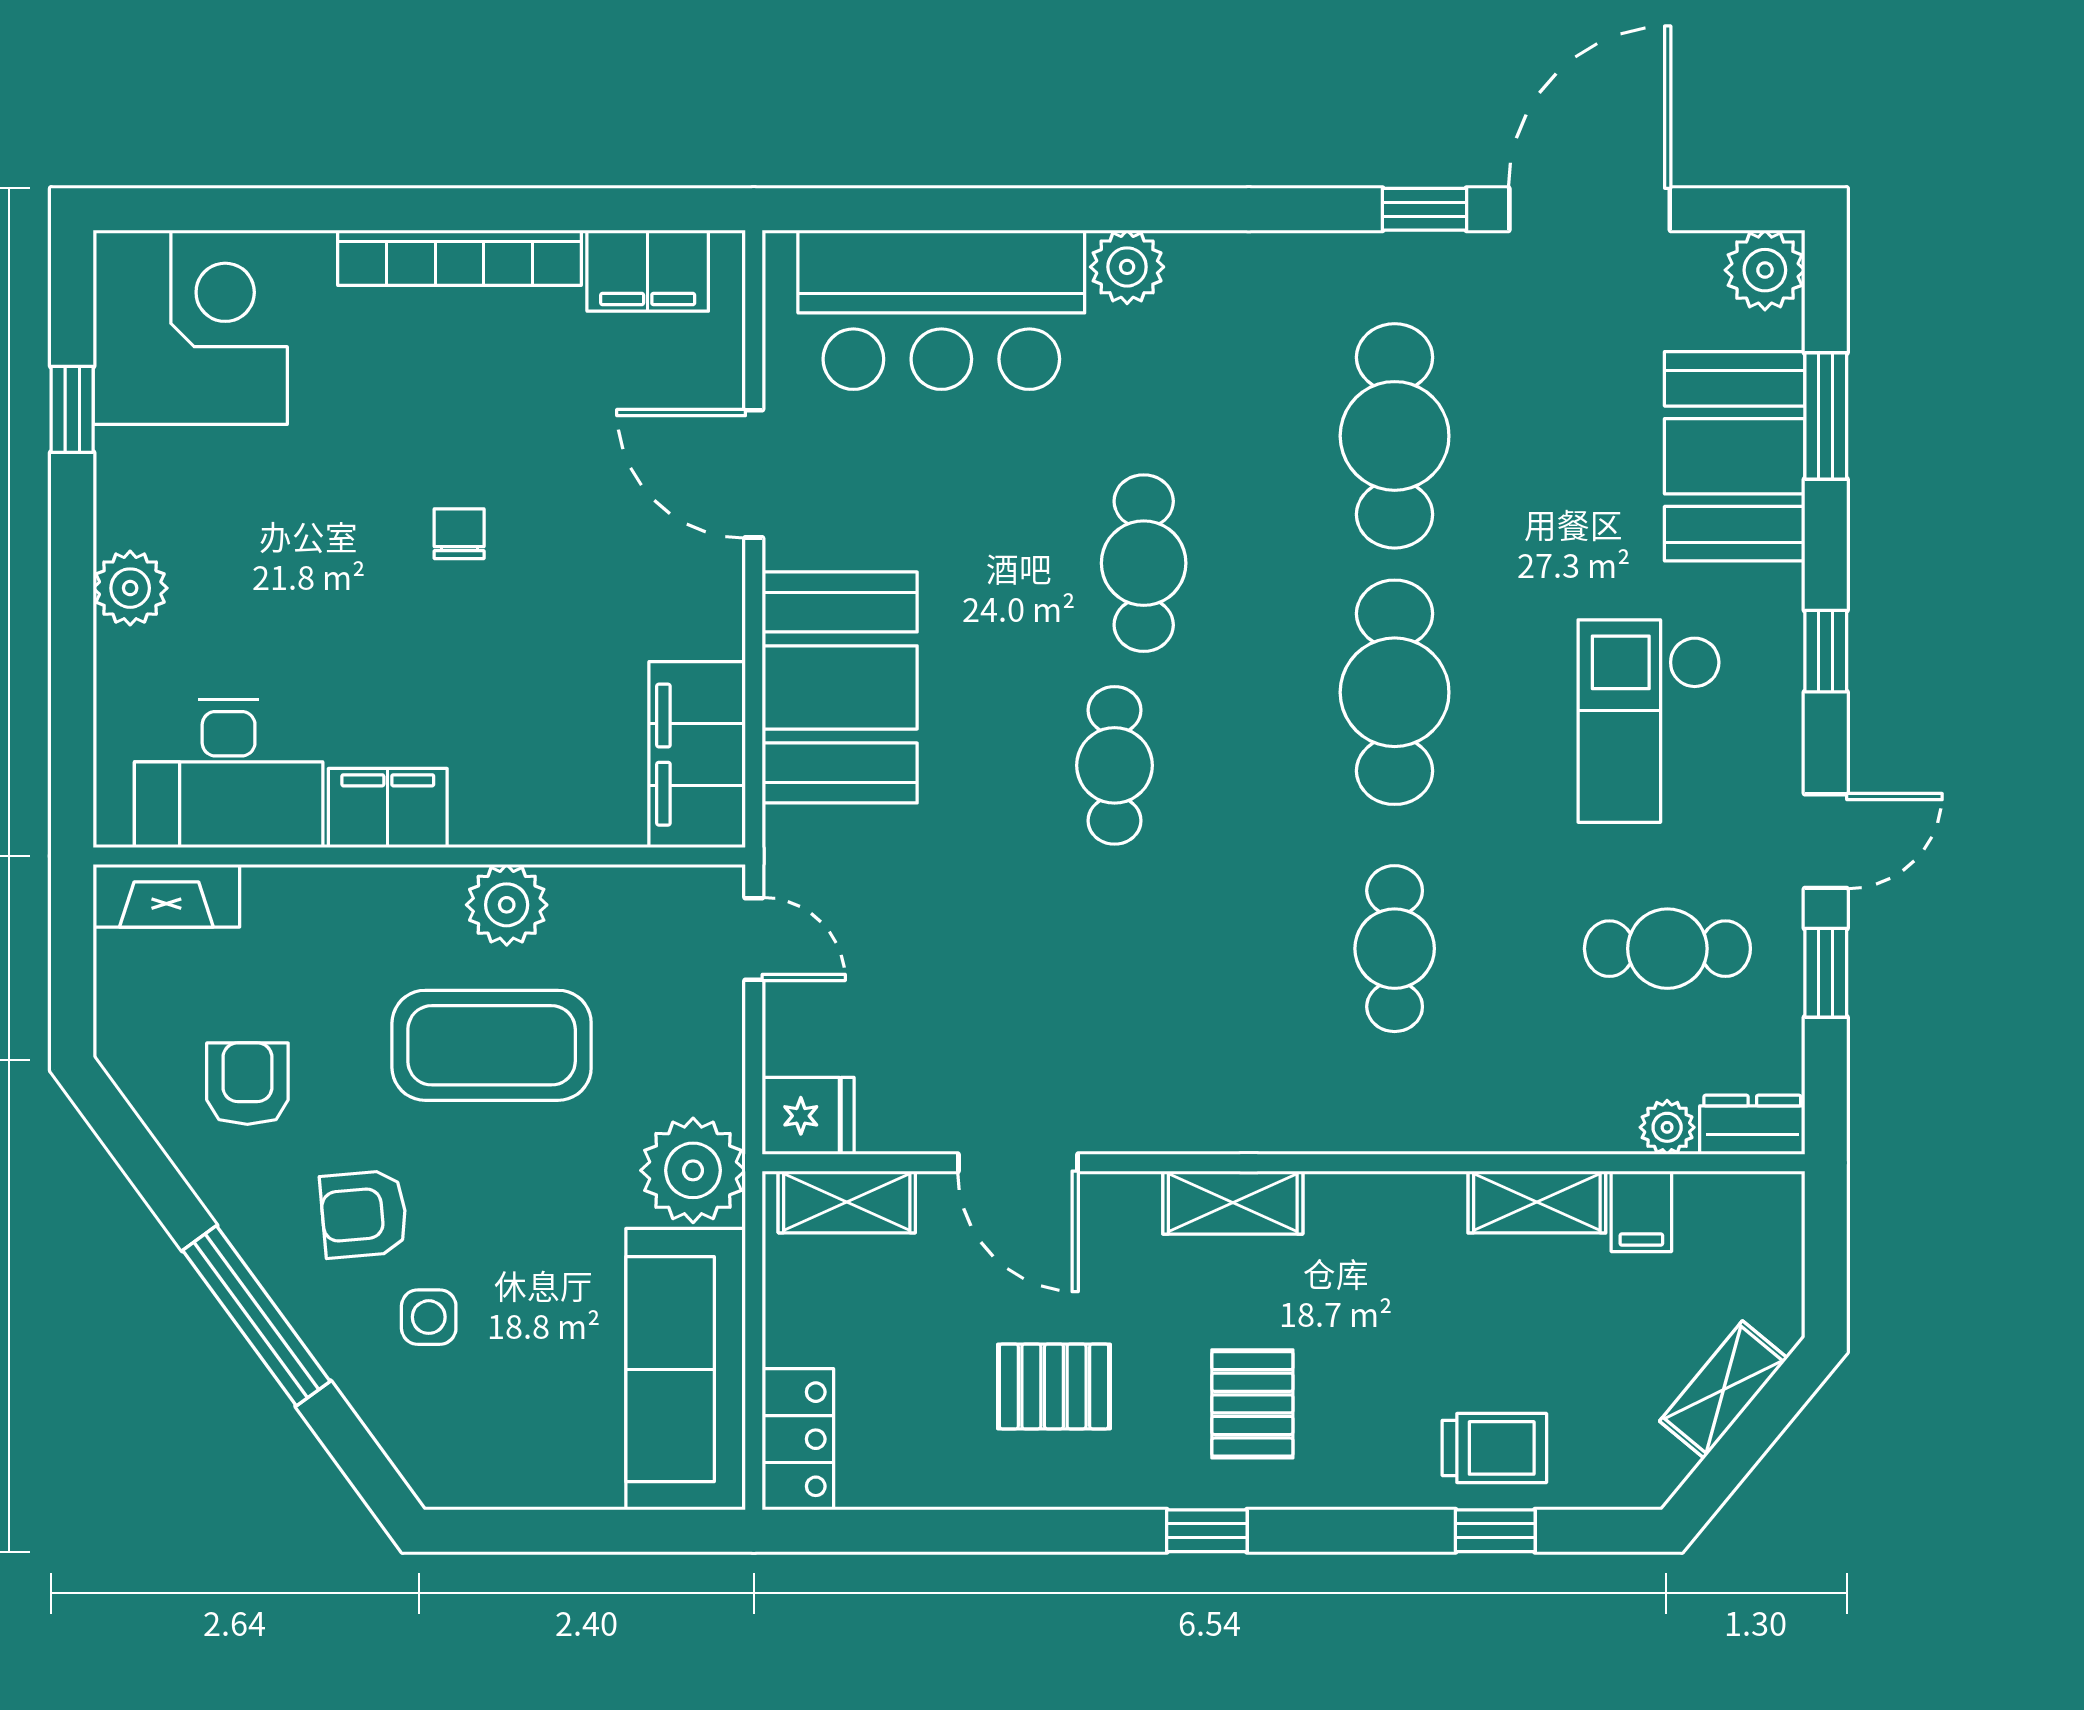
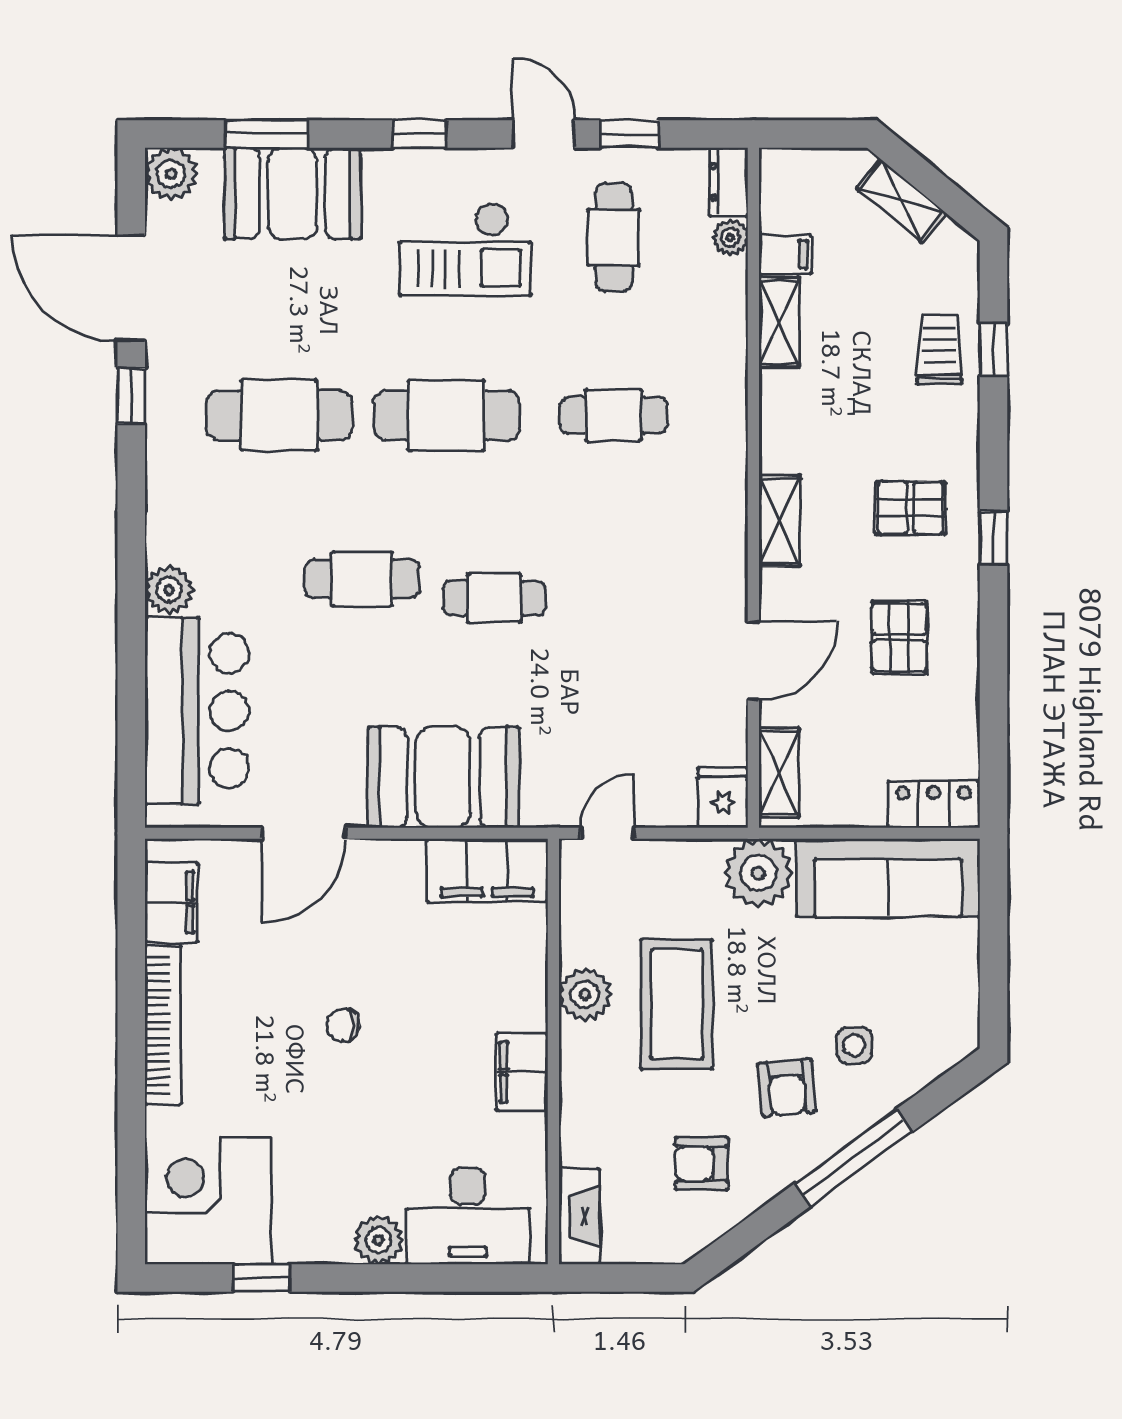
desk: (229, 774) -> (468, 1216), moved, turned 90

